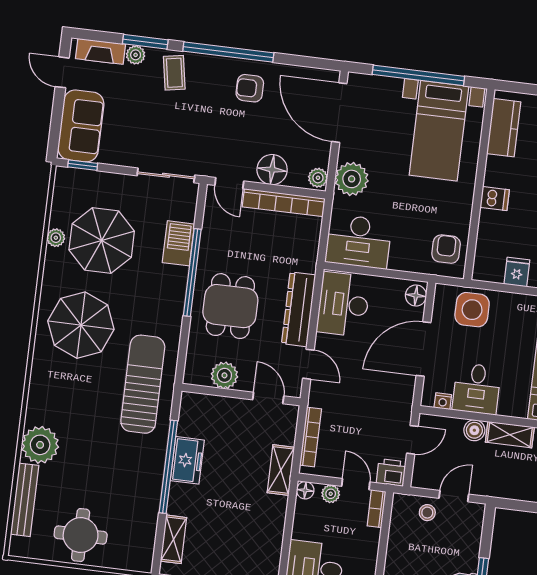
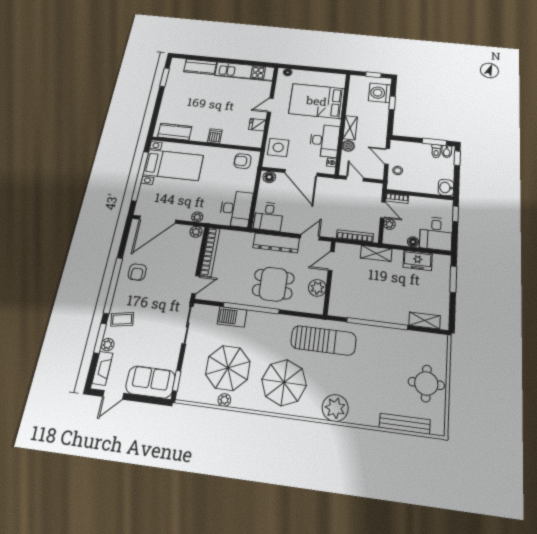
floor lamp: (272, 170) -> (189, 259), removed
plant: (352, 179) -> (197, 217), width x0.53, depth x0.53
desk: (343, 304) -> (269, 216), width x0.73
sun lounger: (143, 384) -> (323, 340), turned 180
desk: (477, 389) -> (325, 141), width x1.37
plant: (40, 445) -> (335, 408), moved
freezer: (187, 460) -> (418, 260), moved, turned 180
printer: (391, 472) -> (375, 190), removed
door: (356, 484) -> (383, 210), swing flipped
floor lamp: (305, 490) -> (413, 242), moved

